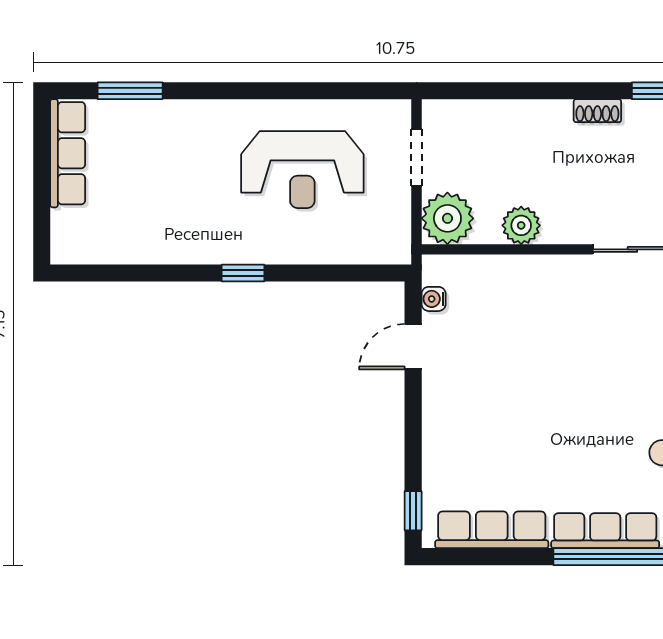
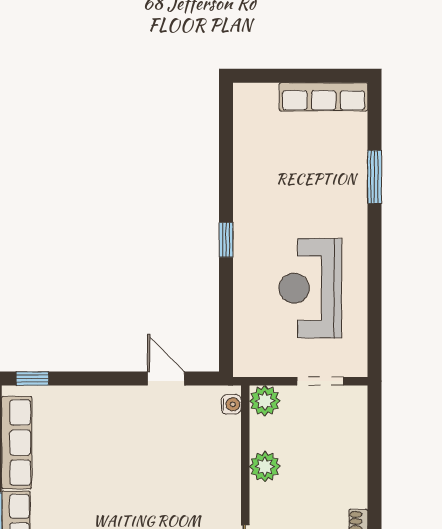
window: (130, 91) -> (375, 177), moved
plant: (447, 218) -> (265, 401), width x0.73, depth x0.73
water cooler: (434, 299) -> (231, 404), moved, turned 90

